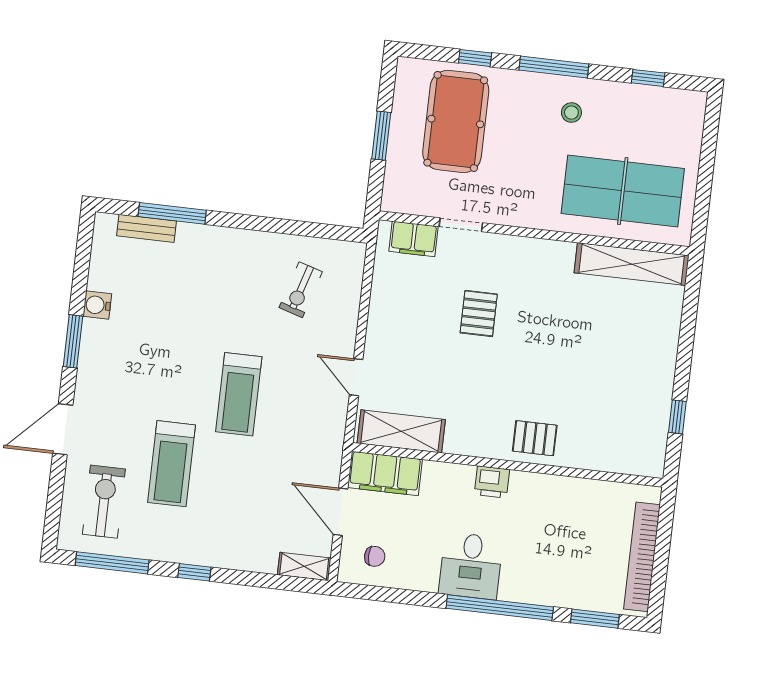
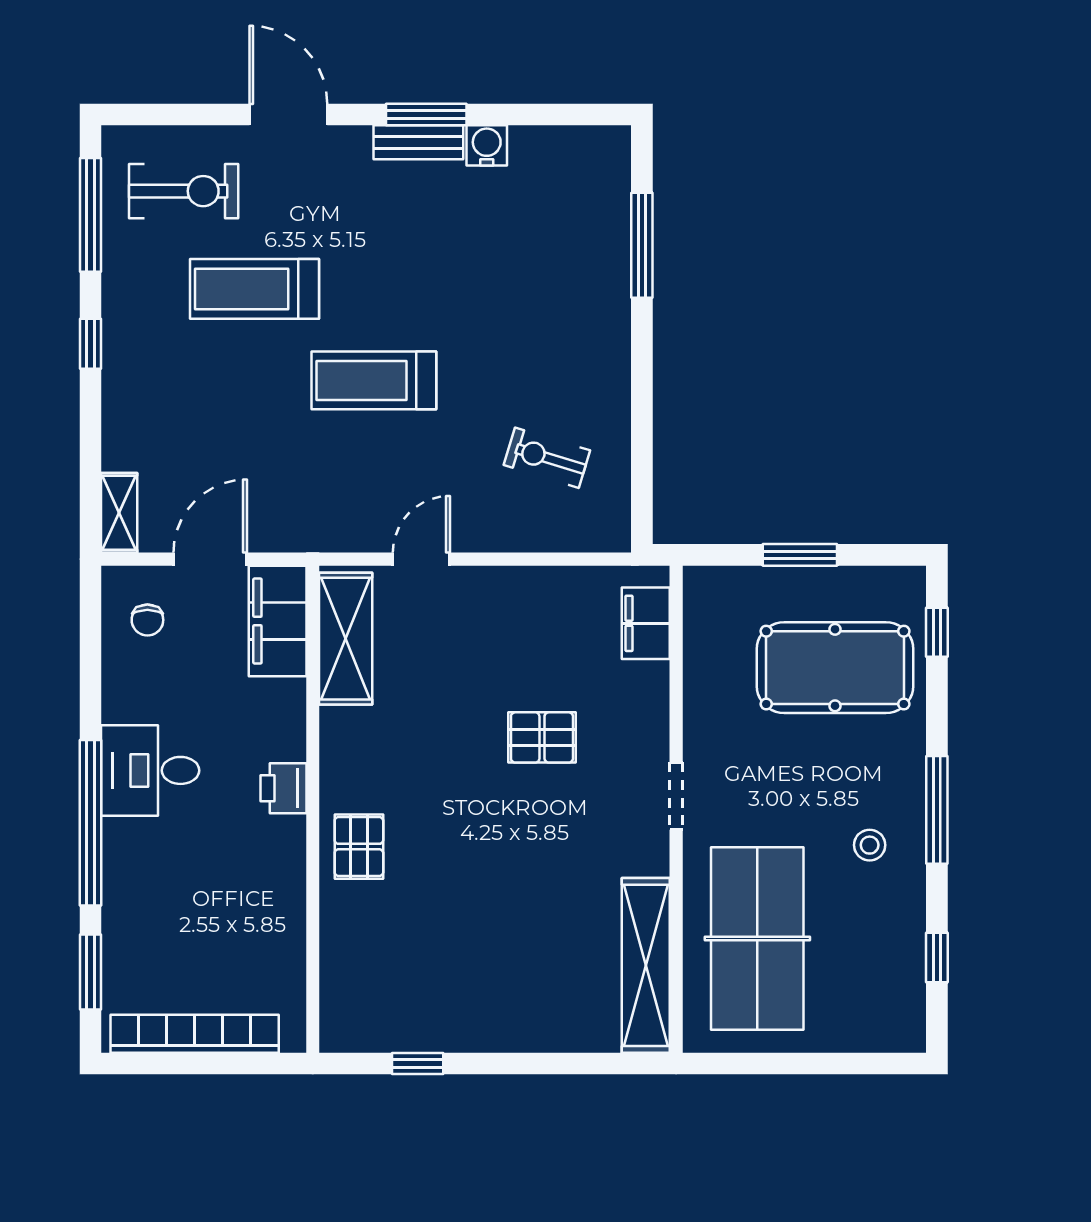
window: (475, 58) -> (937, 632), moved
doorway: (461, 225) -> (676, 796), moved
bench: (147, 228) -> (418, 142), moved, turned 90

